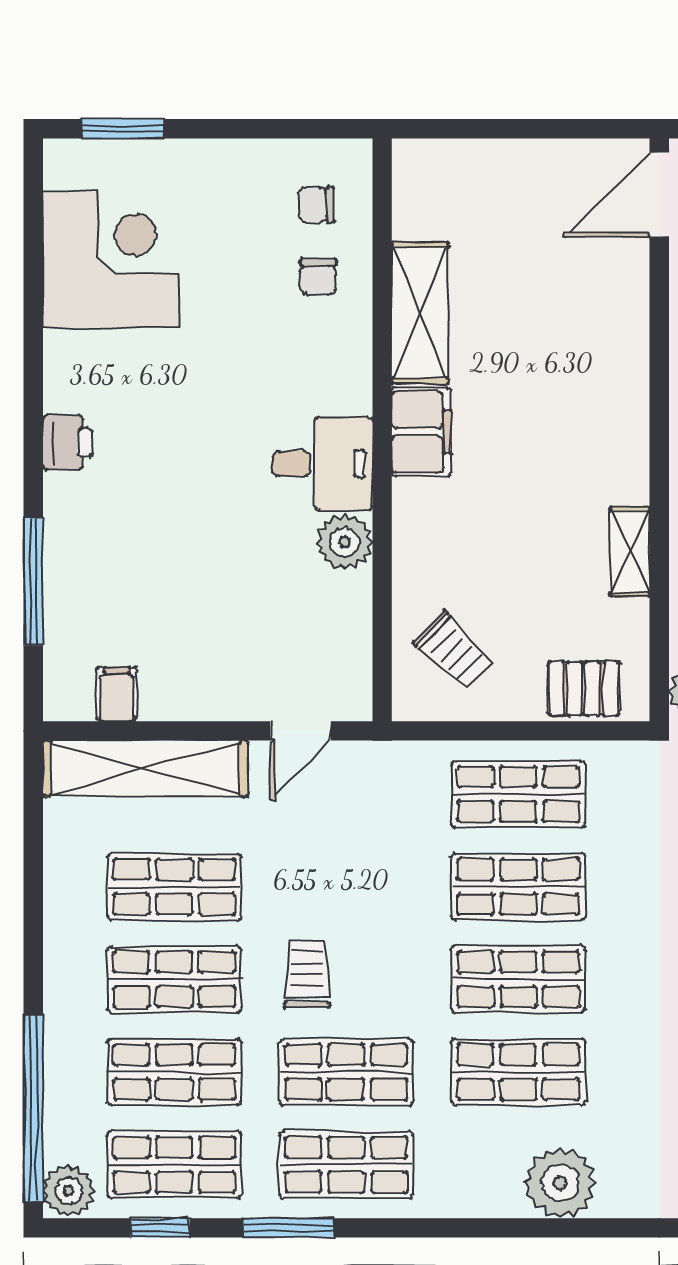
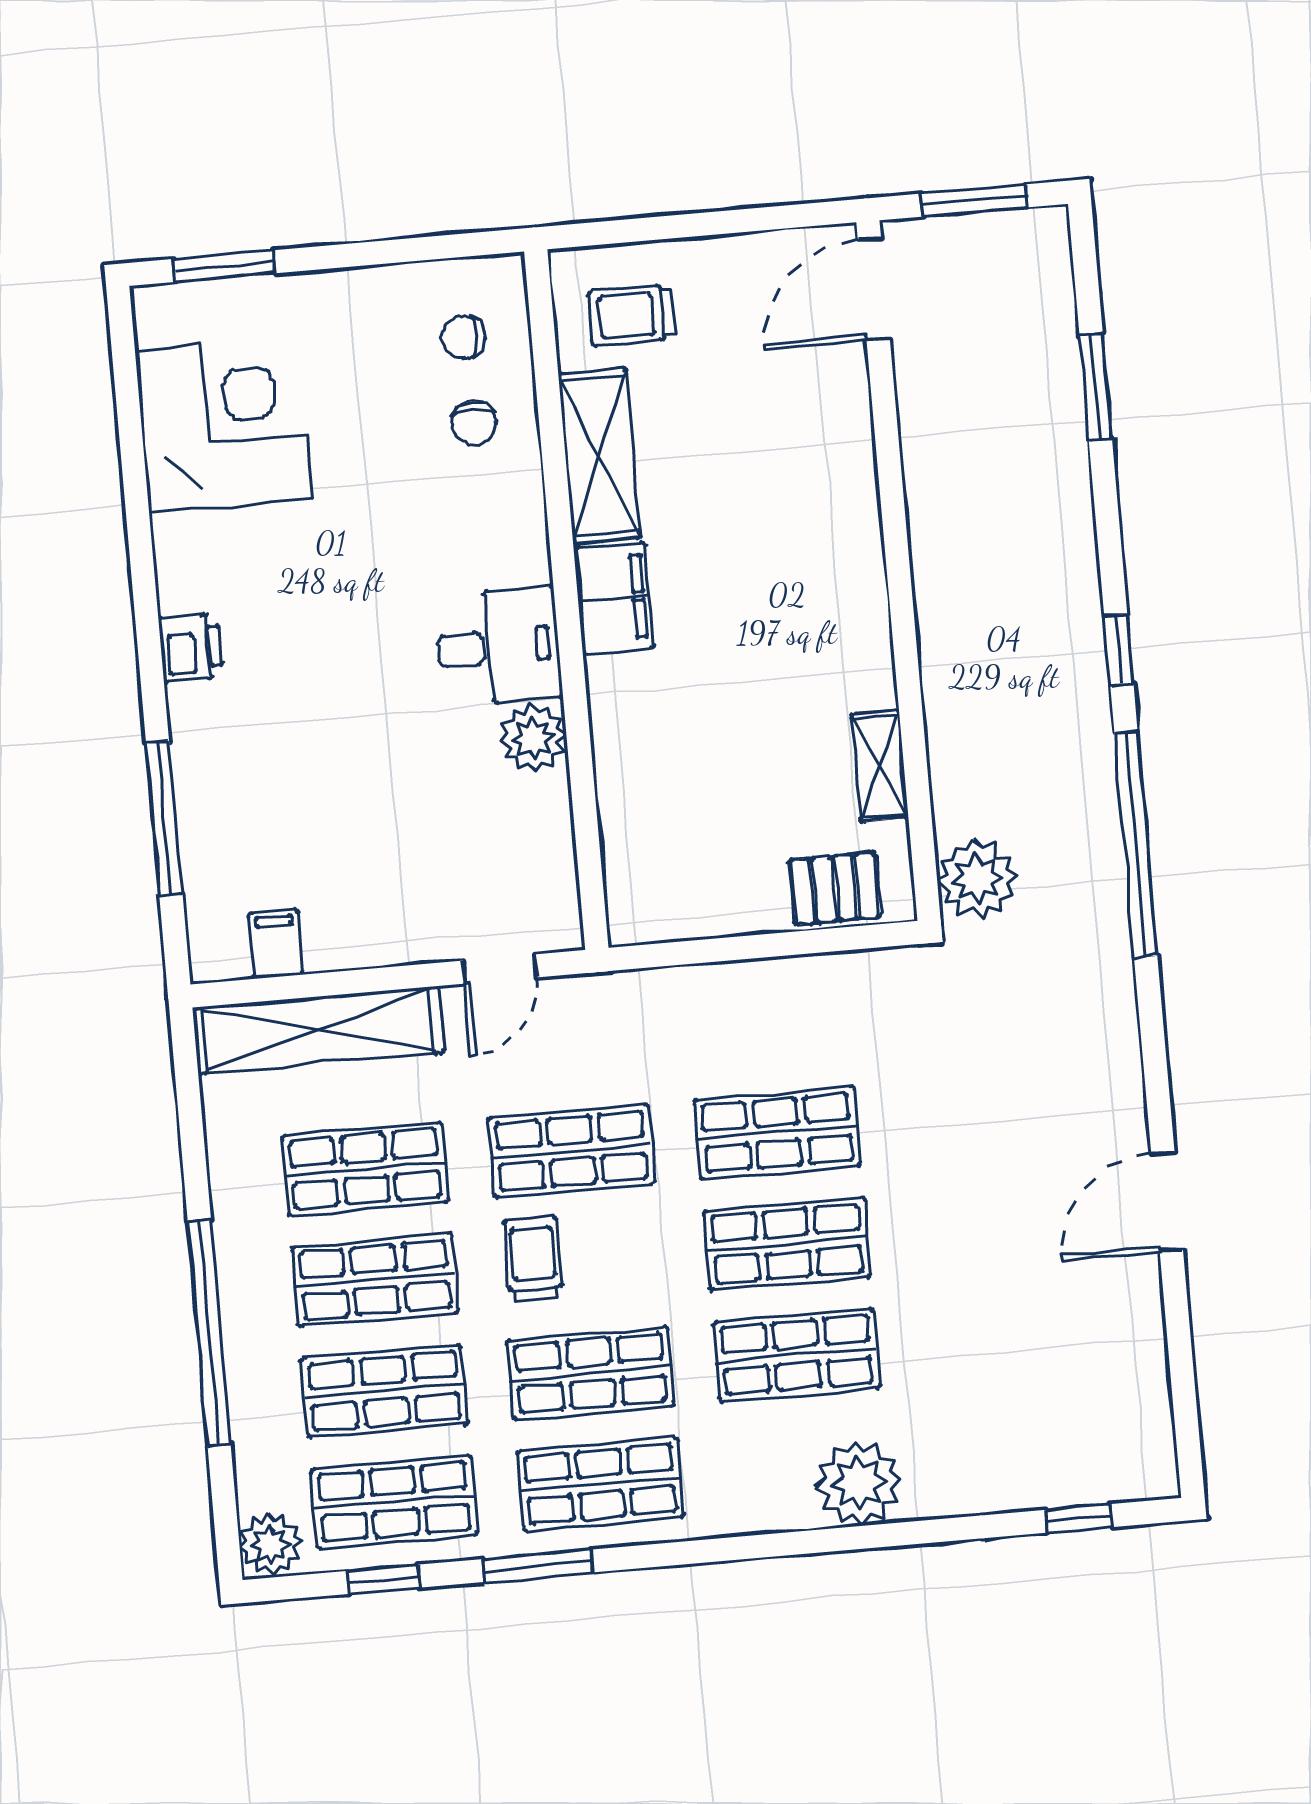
shelving: (630, 552) -> (880, 766), moved
trolley: (453, 650) -> (632, 315), moved, turned 136
shop shelf: (518, 794) -> (571, 1151), moved
window: (33, 1108) -> (209, 1332), moved

